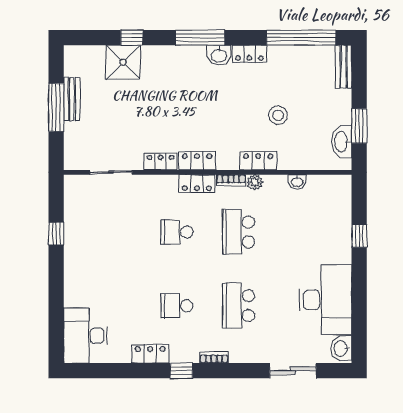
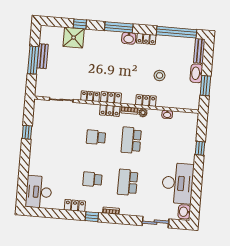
washbasin: (342, 142) -> (196, 73), moved

